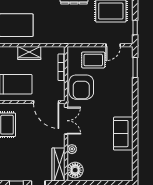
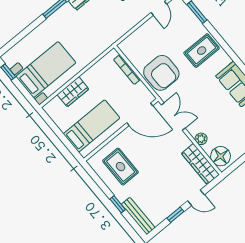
wardrobe: (29, 53) -> (73, 92), moved
rug: (93, 60) -> (202, 51), moved

